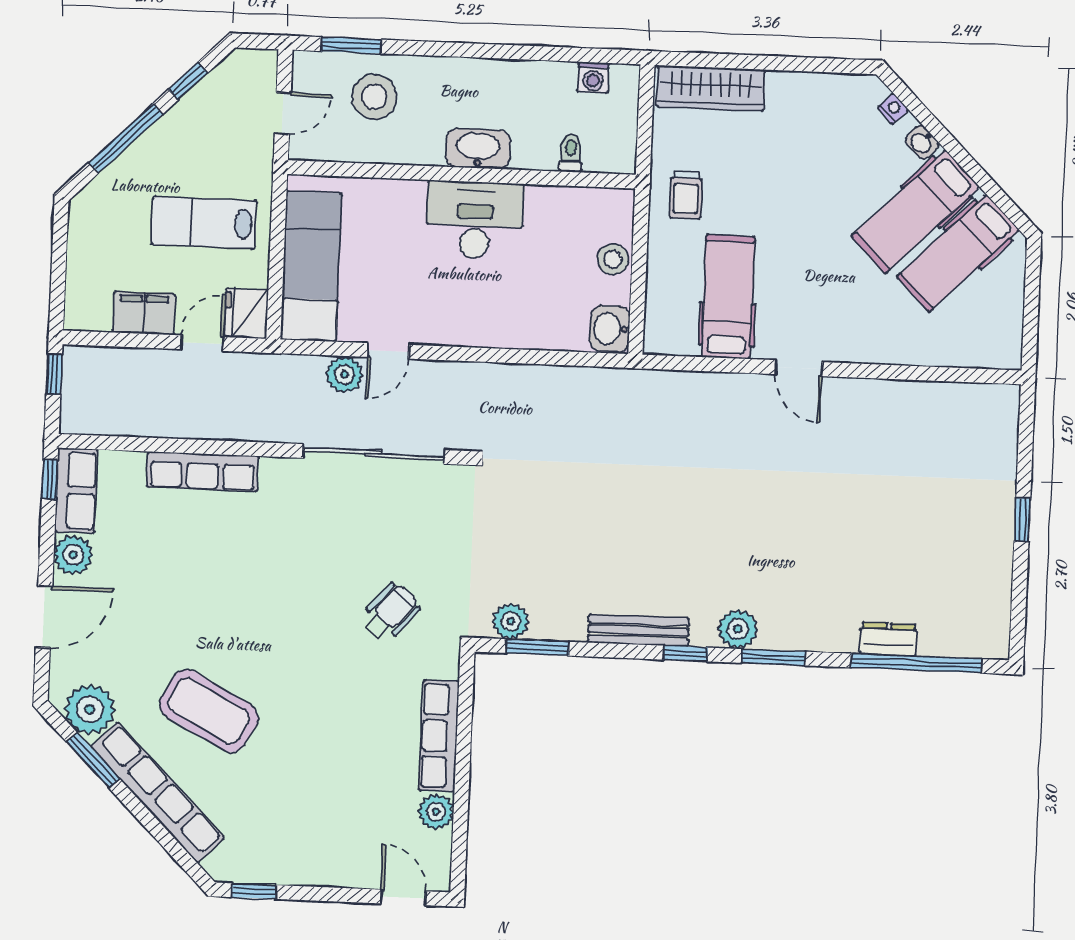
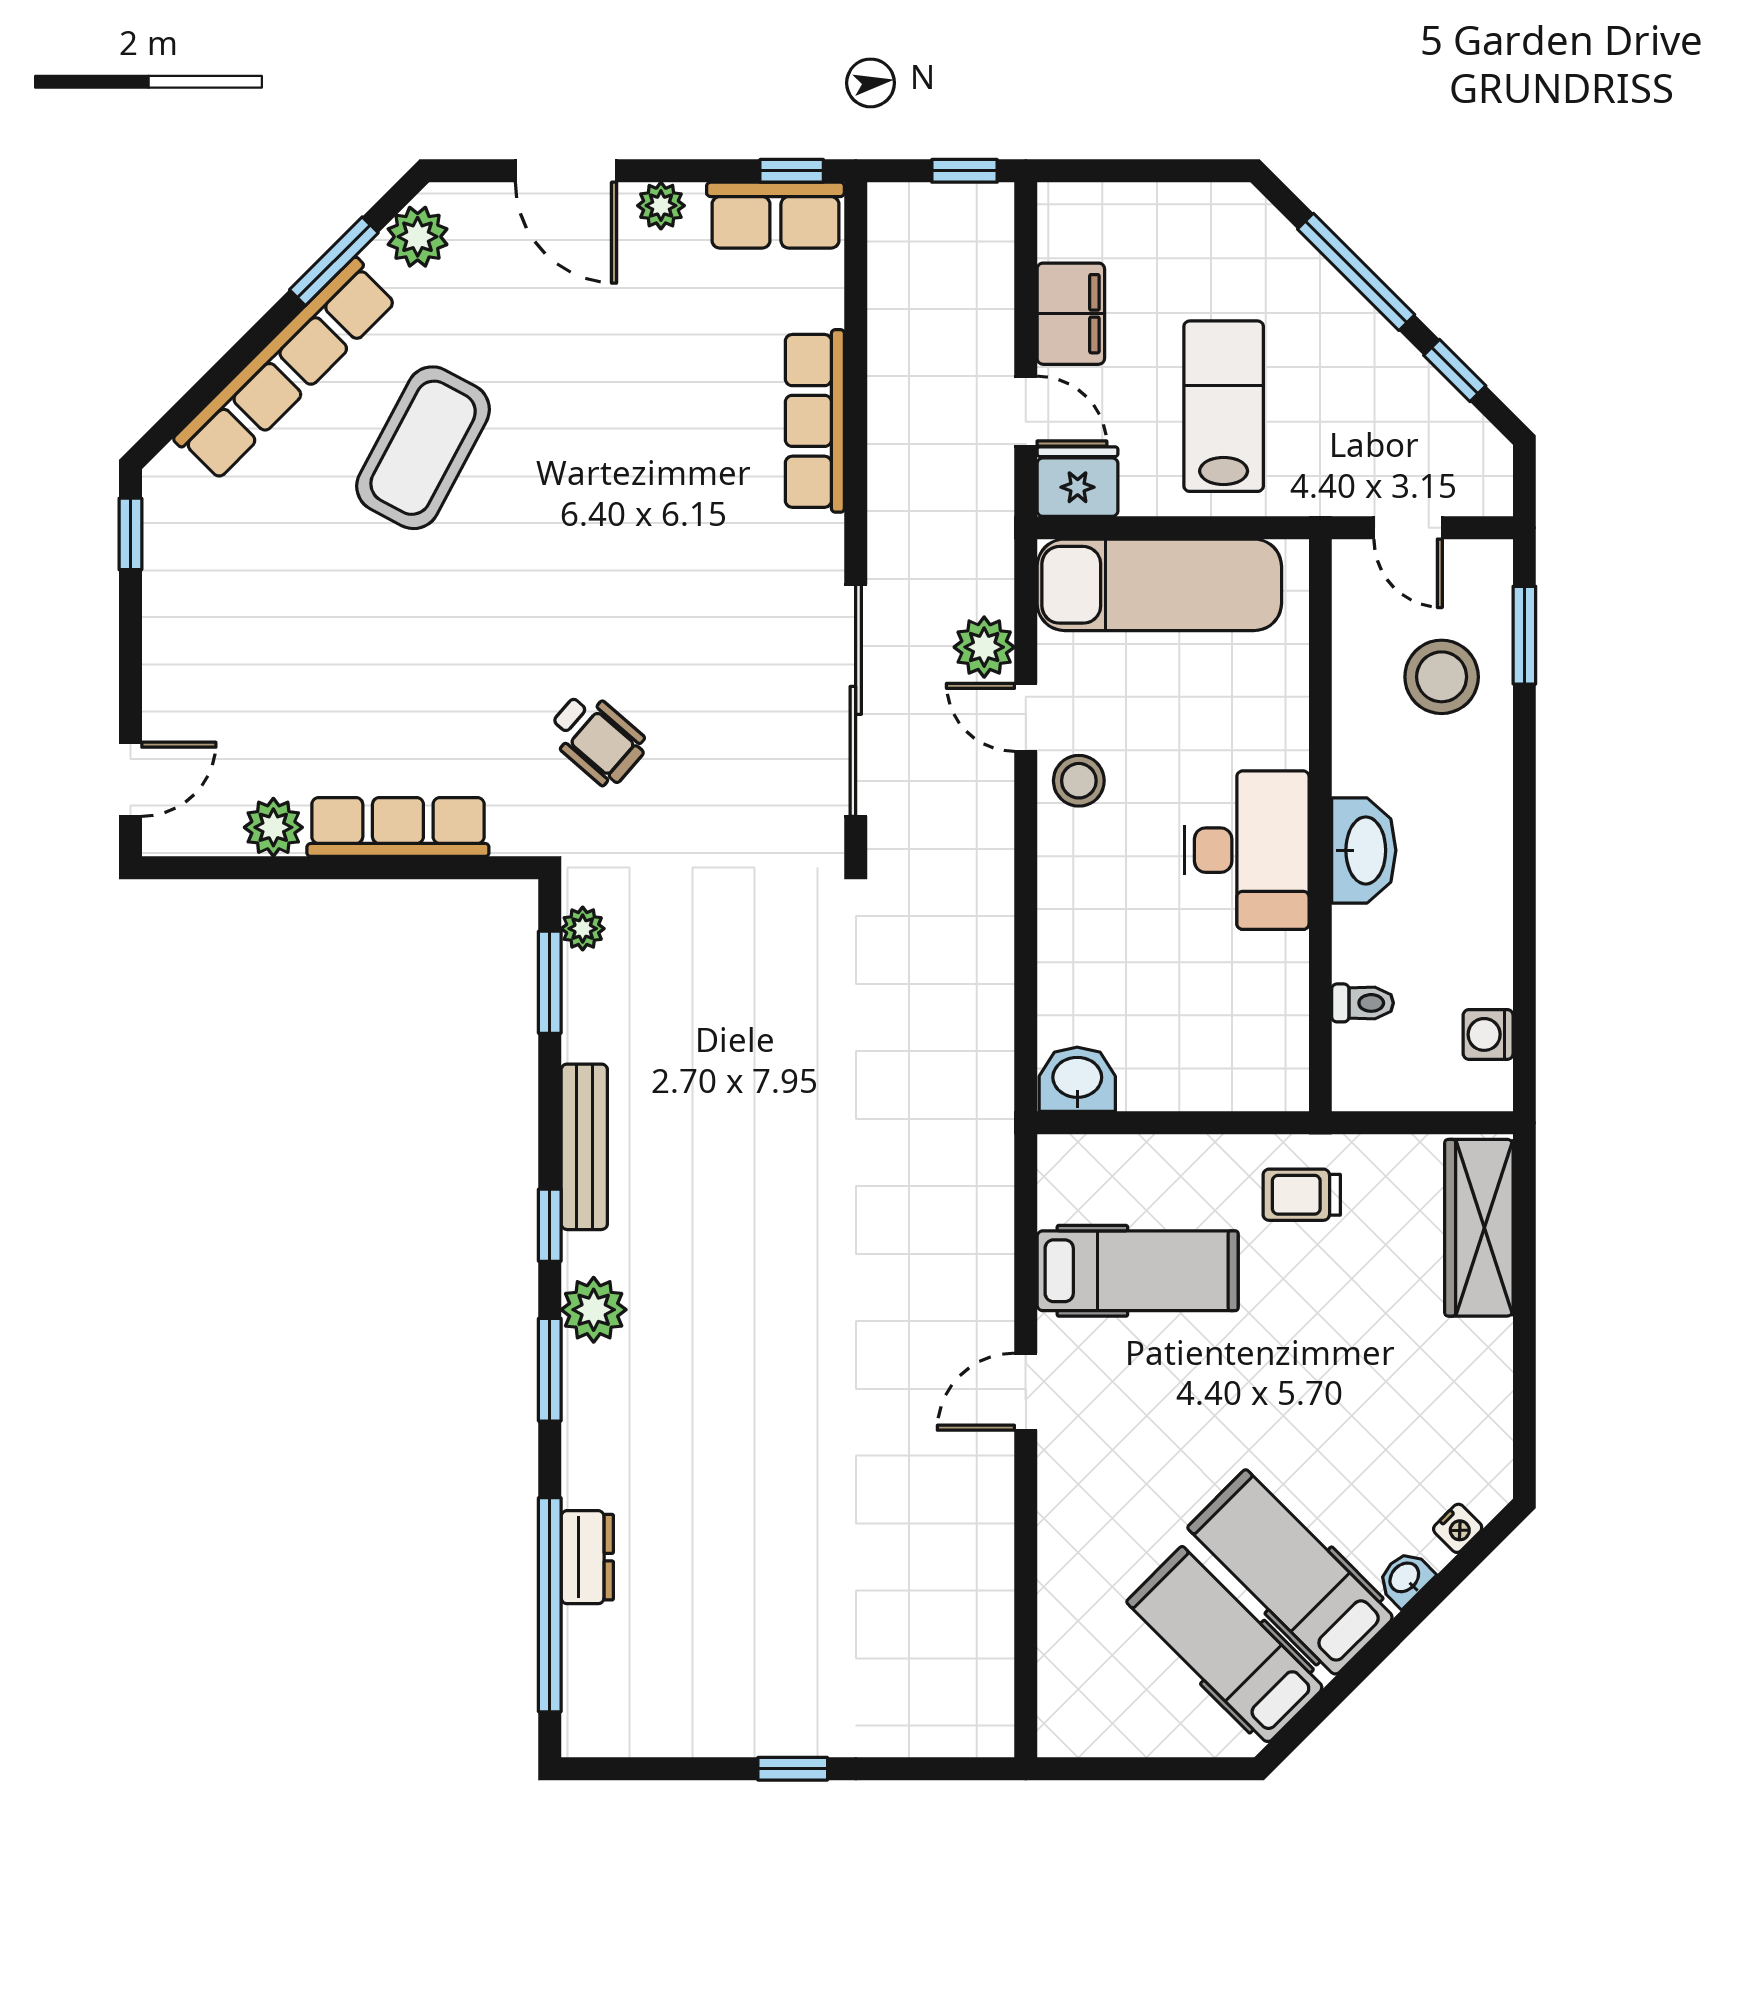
stool: (613, 259) -> (1079, 781), moved
plant: (73, 555) -> (661, 206), width x0.73, depth x0.73
plant: (511, 621) -> (583, 929), width x0.73, depth x0.73
plant: (90, 709) -> (418, 237), width x0.73, depth x0.73

